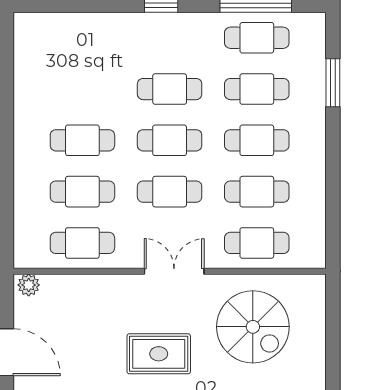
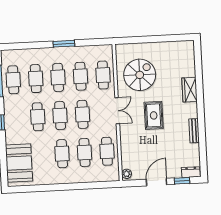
booth: (66, 41) -> (19, 163), added
window: (333, 83) -> (64, 44), moved
double door: (174, 271) -> (117, 111), swing flipped

